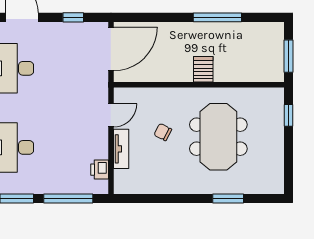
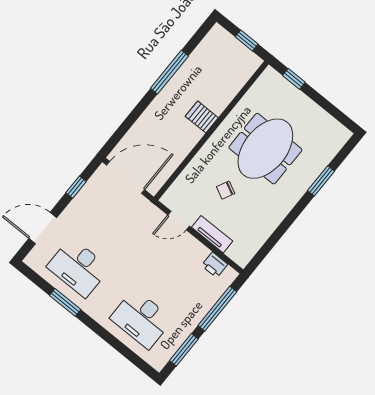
door: (111, 49) -> (126, 177), hinge flipped
window: (289, 56) -> (247, 40), width x0.67
door: (111, 115) -> (179, 221), swing flipped
meeting table: (218, 137) -> (265, 149), turned 90

